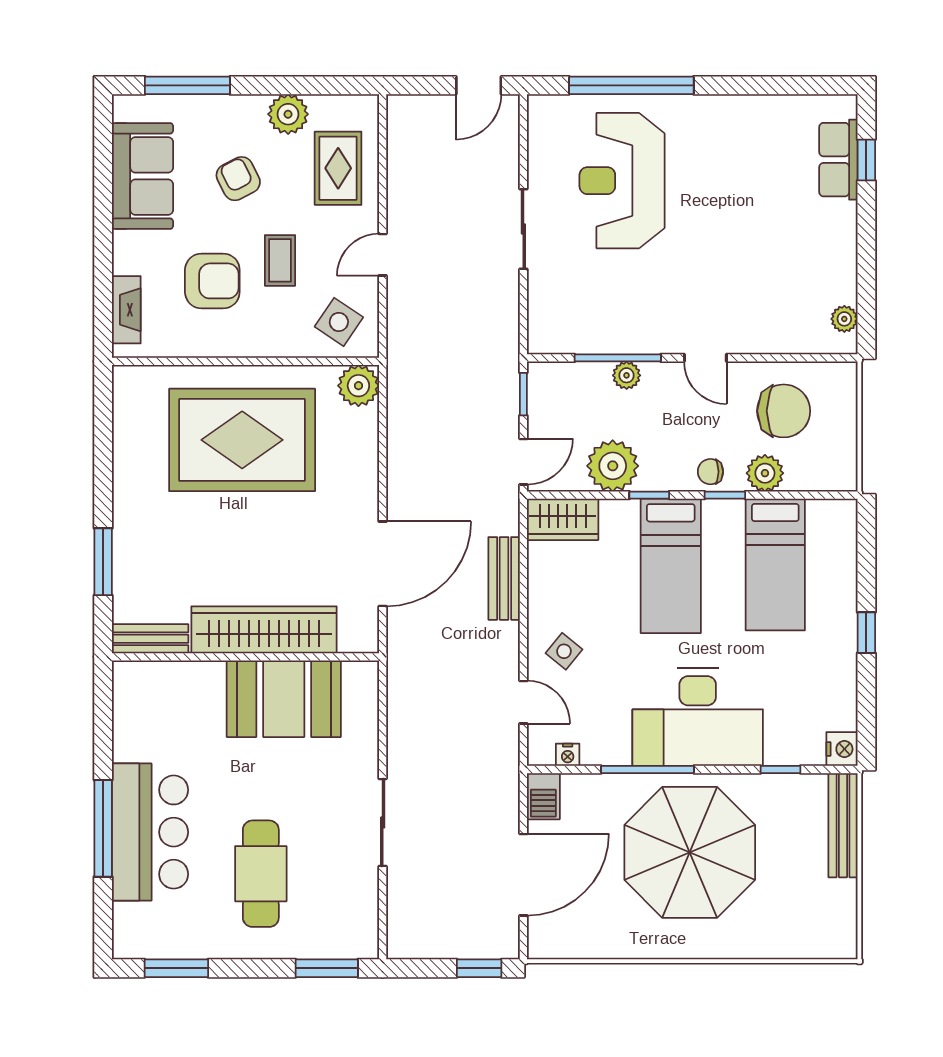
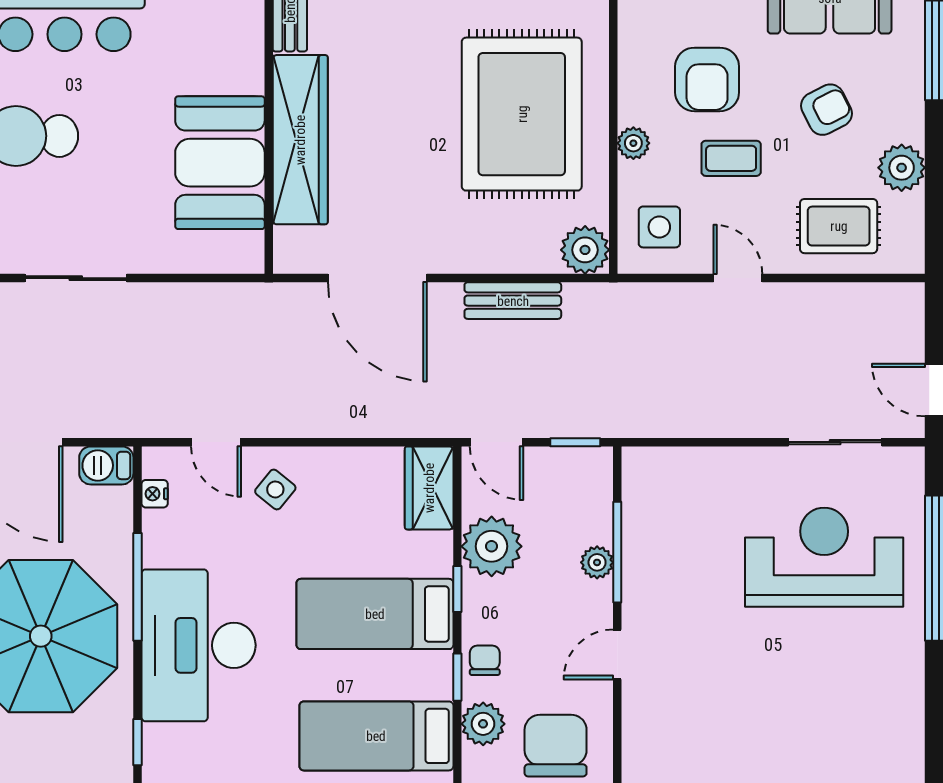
sliding door: (523, 229) -> (835, 442), moved
side table: (339, 322) -> (659, 227), turned -34
plant: (267, 344) -> (633, 143), added
chair: (784, 411) -> (556, 746), turned 180
bench: (504, 578) -> (513, 301), moved
door: (523, 702) -> (216, 442), hinge flipped

